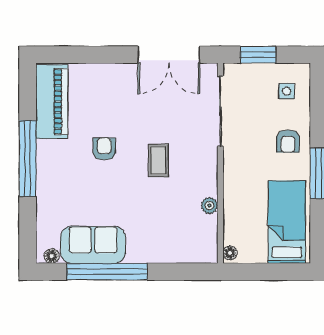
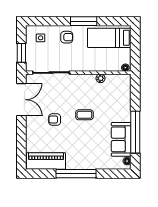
armchair: (104, 149) -> (55, 119), moved
coffee table: (158, 161) -> (84, 115), moved

